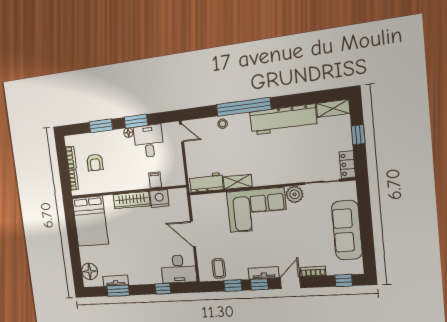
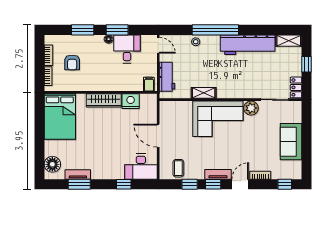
filing cabinet: (155, 180) -> (149, 84), moved
workbench: (206, 183) -> (167, 77), moved, turned 90
sofa: (347, 230) -> (291, 142), width x0.73

